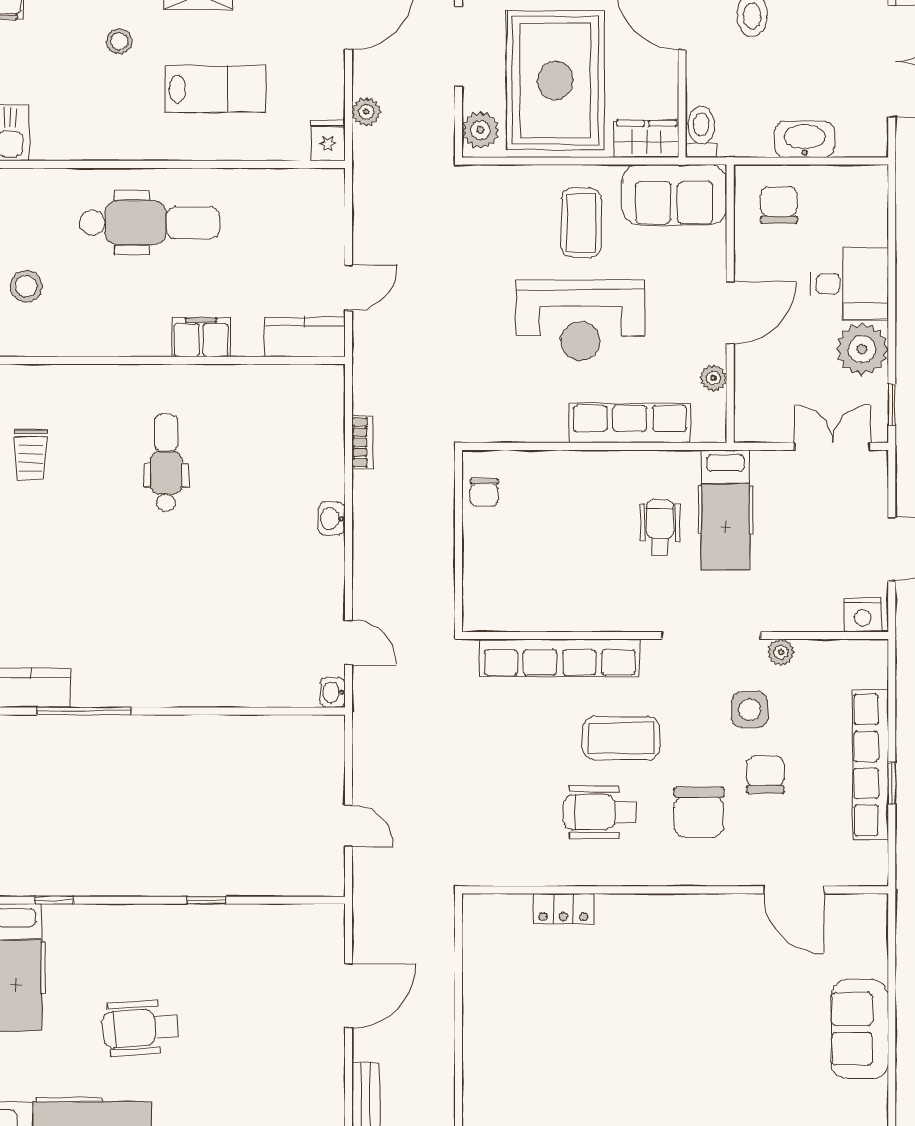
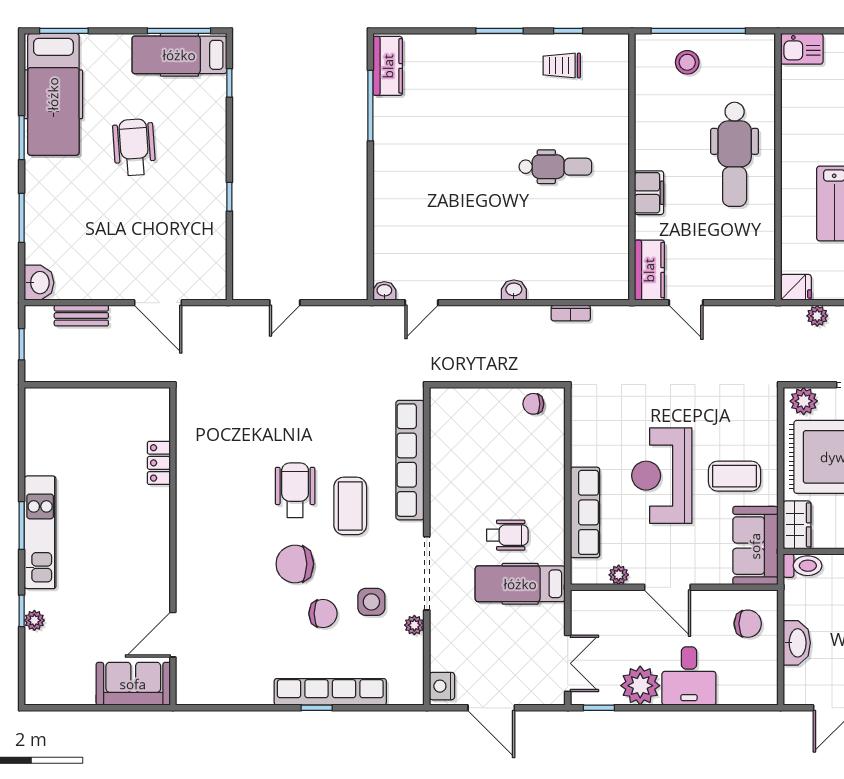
wall: (675, 890) -> (173, 546), moved
door: (794, 890) -> (173, 635), moved
locker: (563, 909) -> (159, 463), moved

